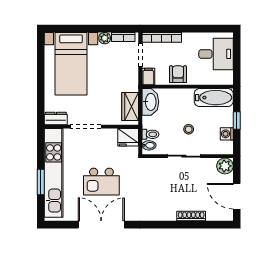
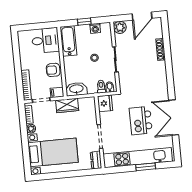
desk: (216, 54) -> (45, 40), moved, turned 90
wardrobe: (130, 106) -> (67, 105), moved
kitchen island: (101, 182) -> (141, 121), turned 180

